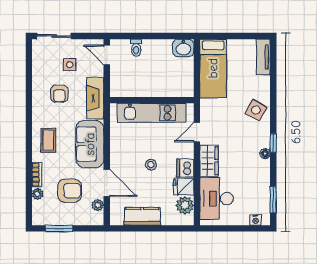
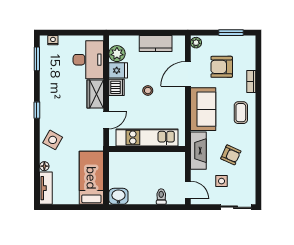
armchair: (59, 94) -> (231, 155), turned 114
floor lamp: (265, 154) -> (44, 166), moved
door: (107, 183) -> (188, 74), hinge flipped
plant: (38, 194) -> (251, 64), removed
plant: (98, 205) -> (196, 43), moved

